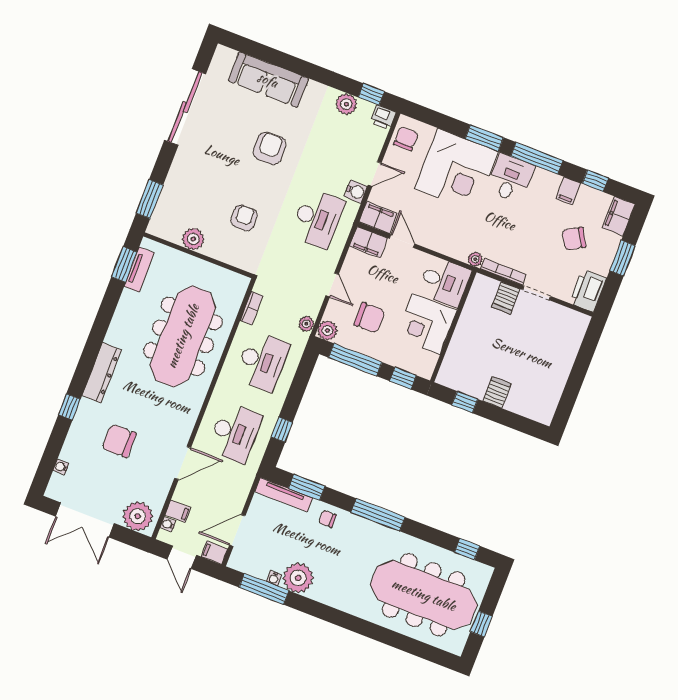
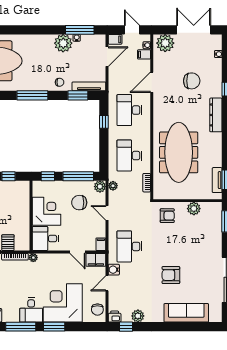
armchair: (270, 148) -> (171, 275), turned 90
armchair: (244, 218) -> (167, 216), moved, turned -90
filing cabinet: (368, 242) -> (101, 244), width x0.50

